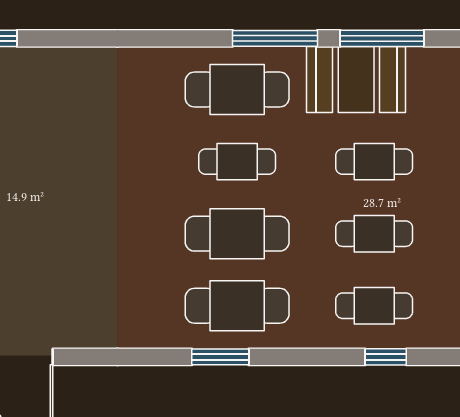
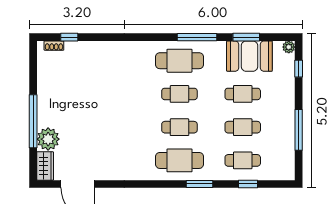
window: (382, 38) -> (246, 37), width x0.69
booth: (356, 80) -> (249, 56), moved
cafe table: (237, 234) -> (179, 127), width x0.73, depth x0.74
window: (220, 357) -> (200, 184), moved

